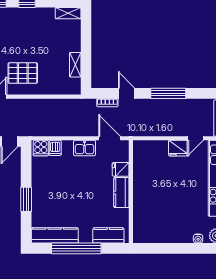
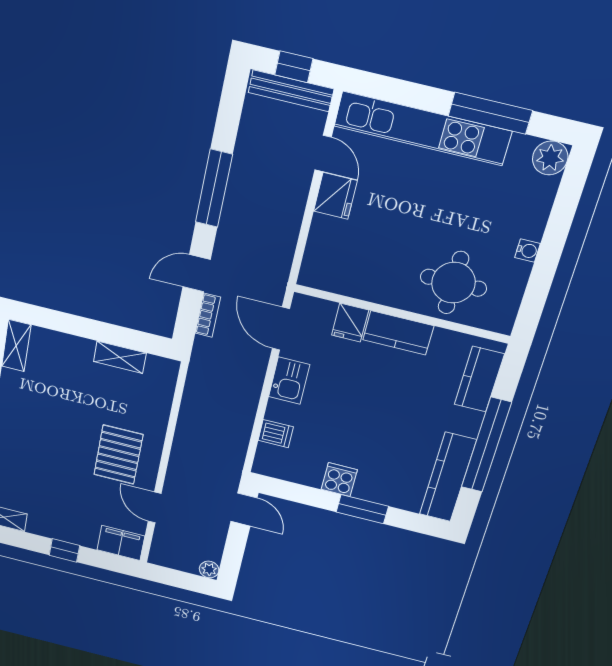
door: (110, 138) -> (281, 329), hinge flipped
cooker: (41, 148) -> (339, 480), moved, turned -90
round table: (151, 211) -> (453, 283), added
water cooler: (198, 239) -> (528, 251), moved

